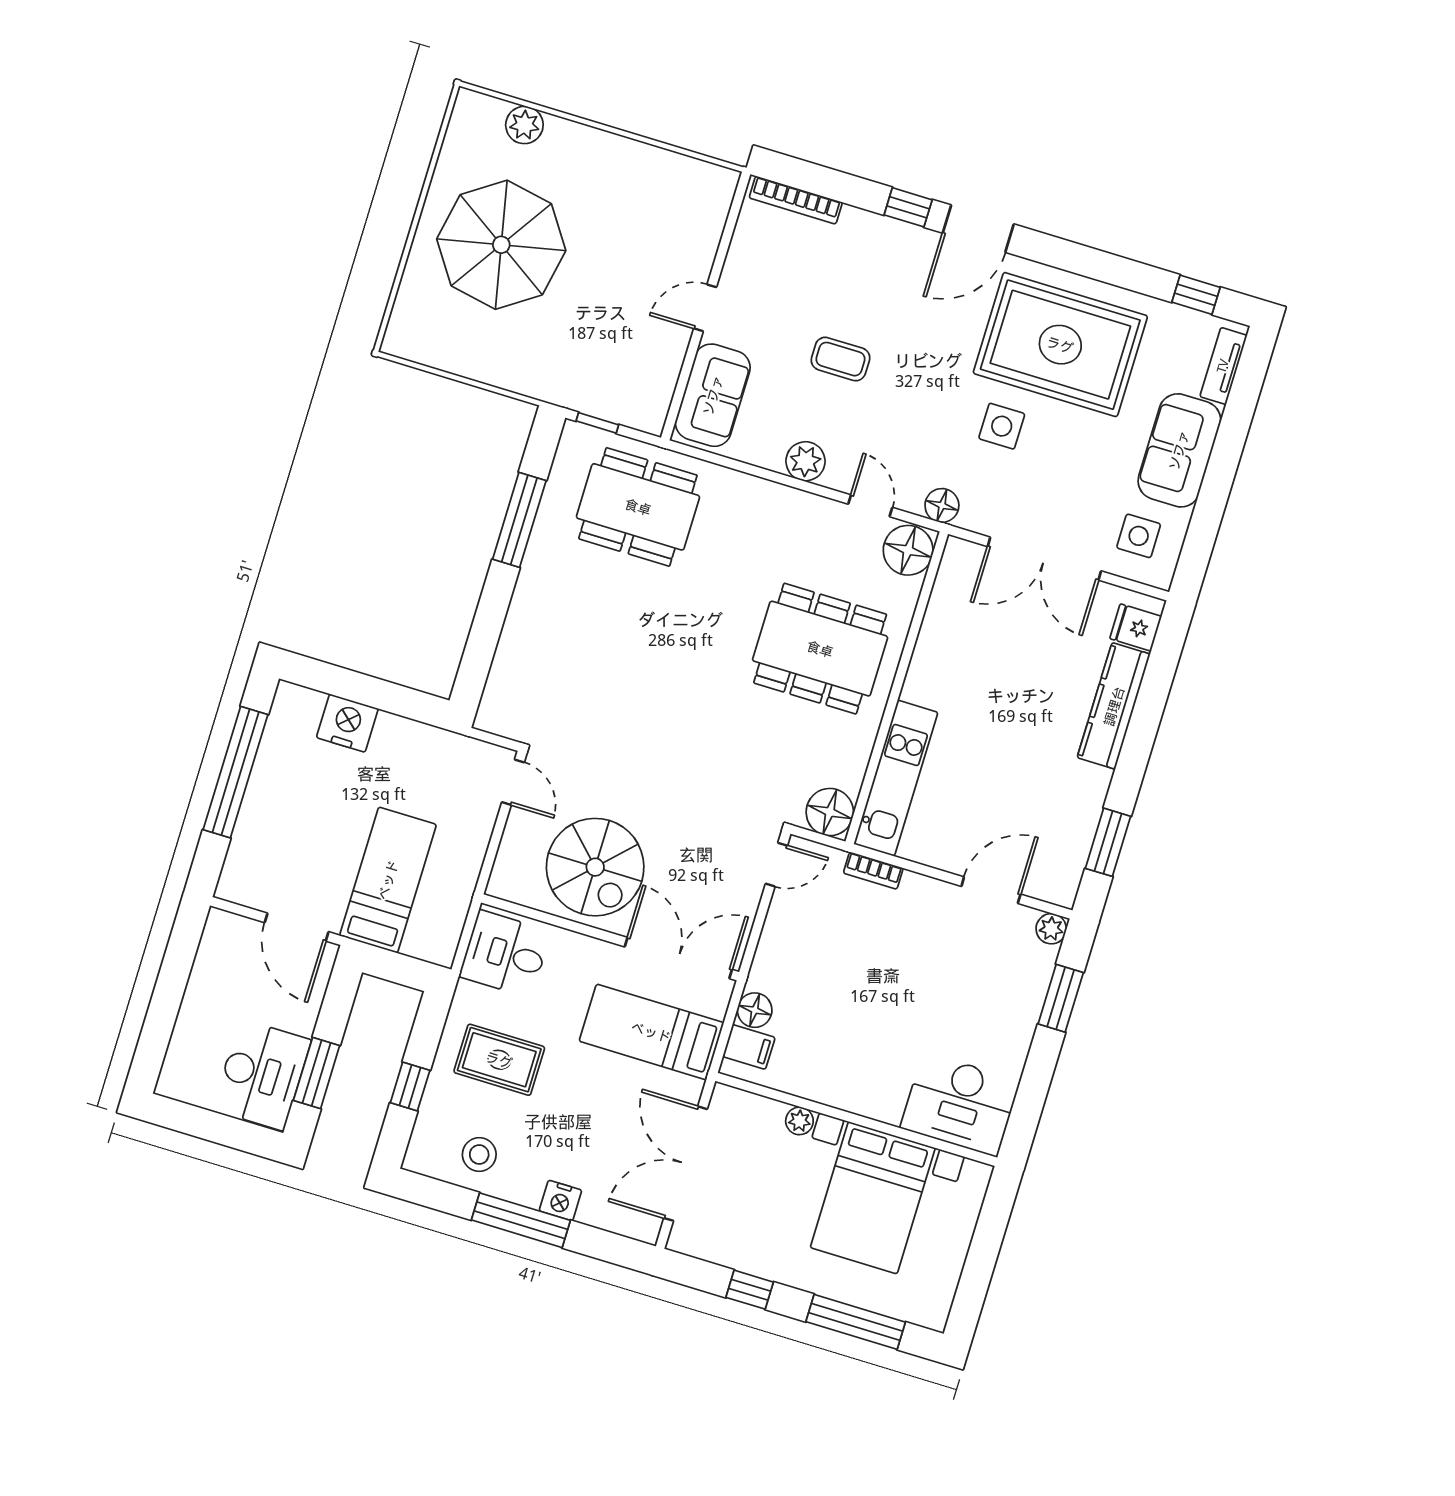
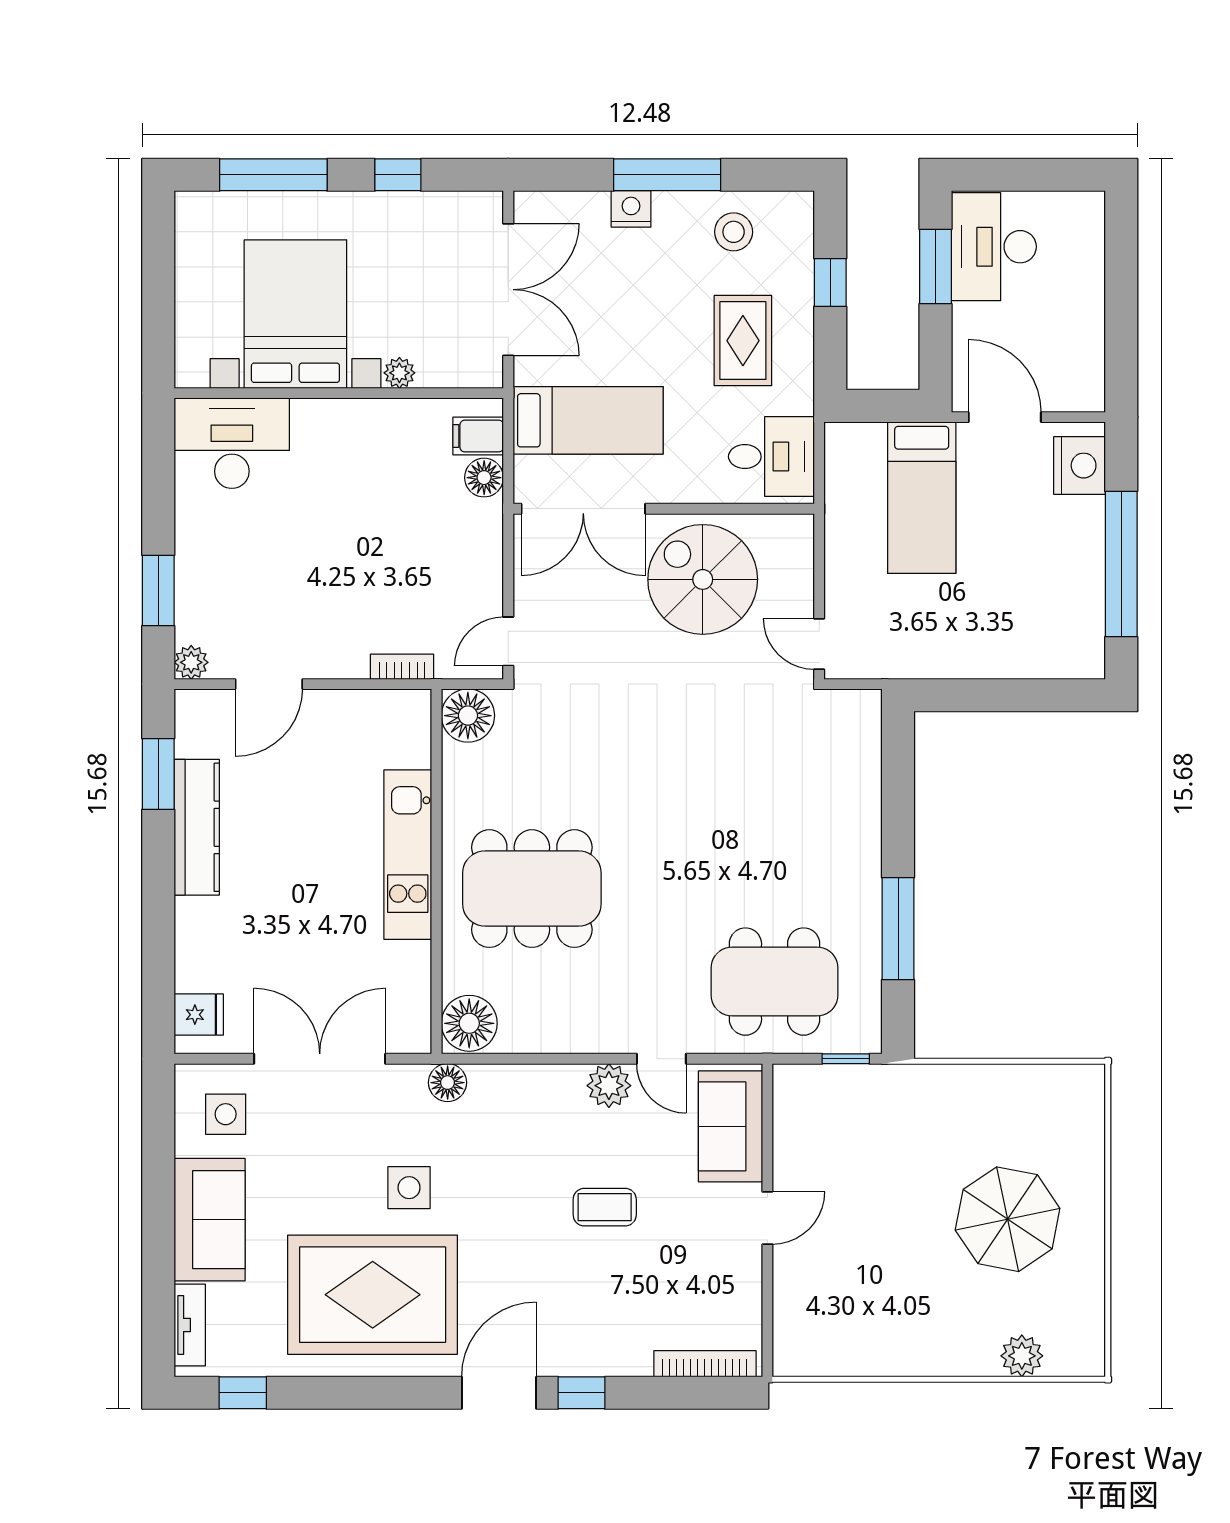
parasol: (501, 245) -> (1008, 1219), width x0.73, depth x0.73
door: (870, 506) -> (661, 1059), moved
kitchen counter: (1114, 706) -> (197, 827), moved
nightstand: (347, 723) -> (1079, 466), moved, turned -90
kitchen unit: (896, 778) -> (408, 855), moved
rug: (499, 1060) -> (743, 341), turned 90

